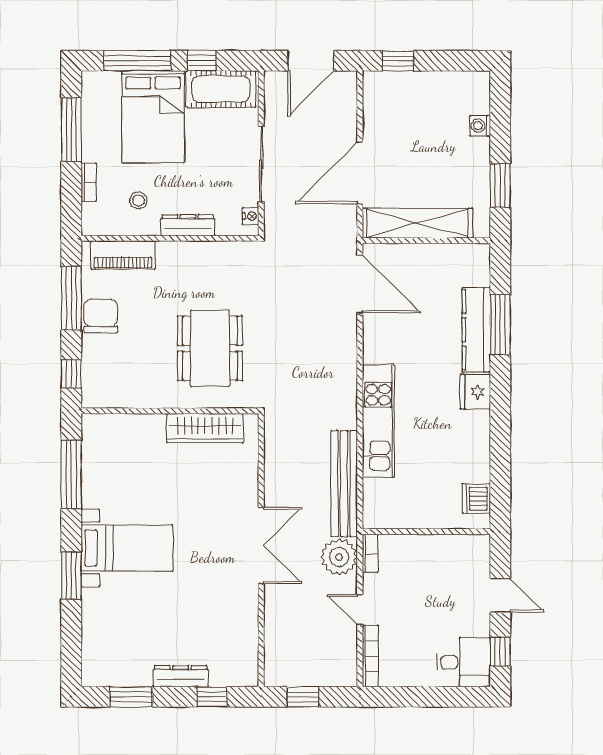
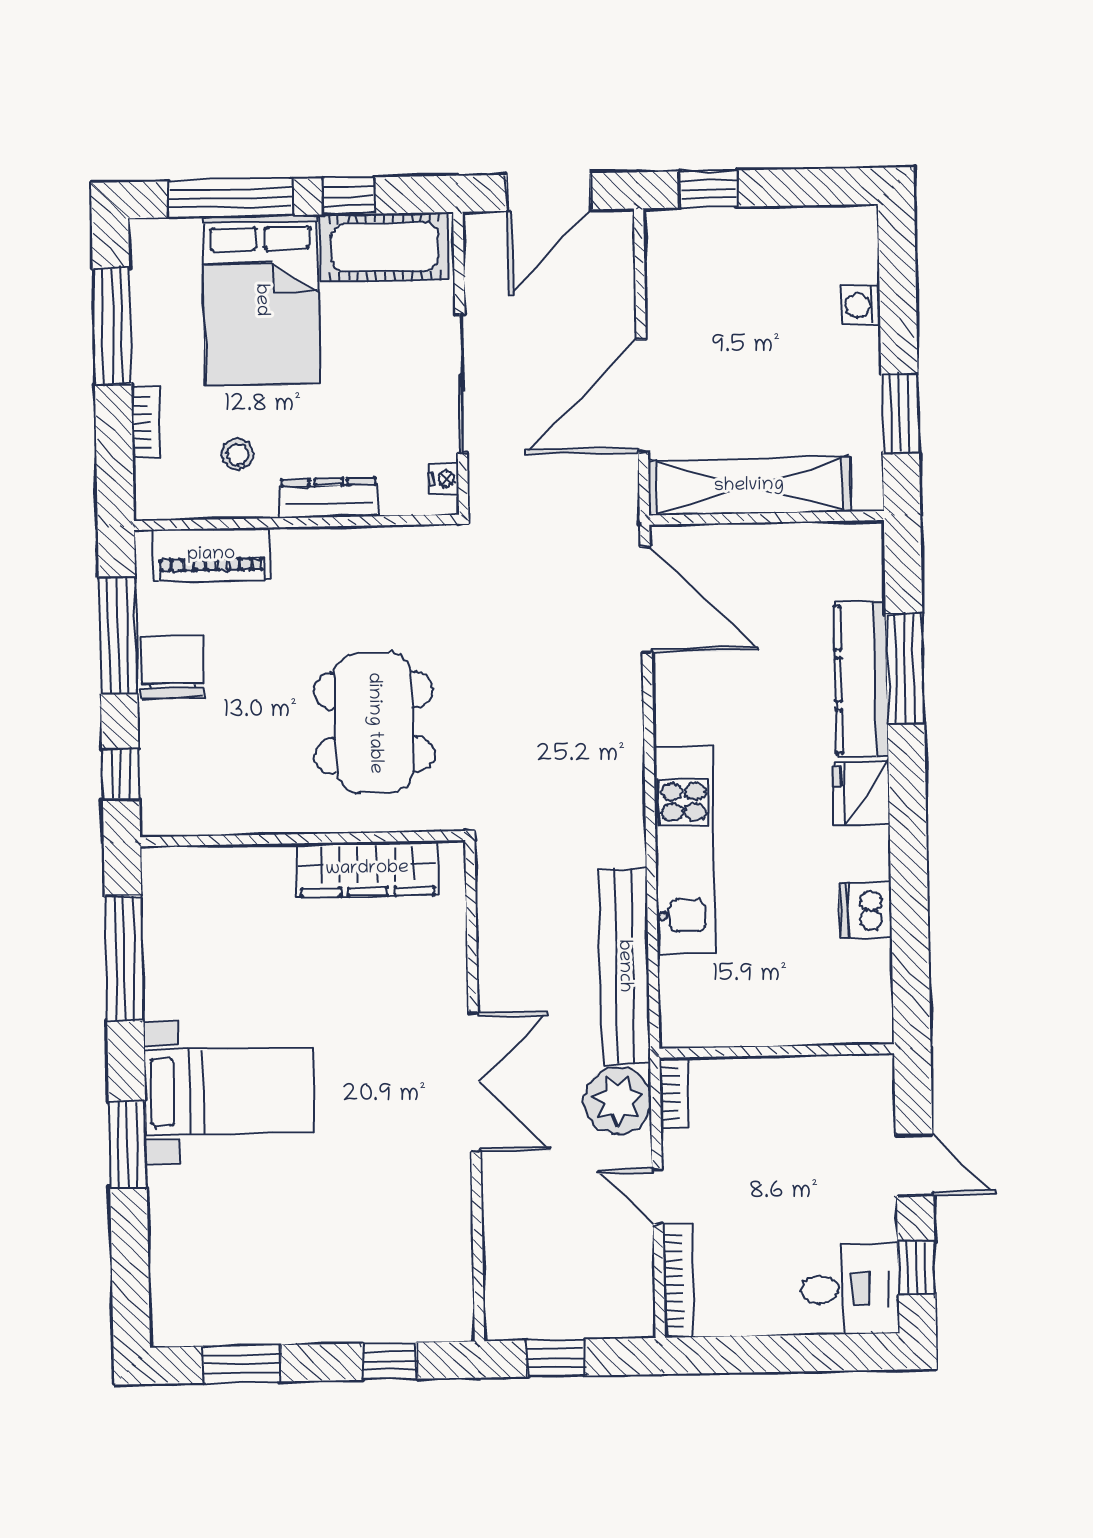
dishwasher: (476, 499) -> (866, 910), moved
dresser: (181, 676) -> (332, 1325), removed

